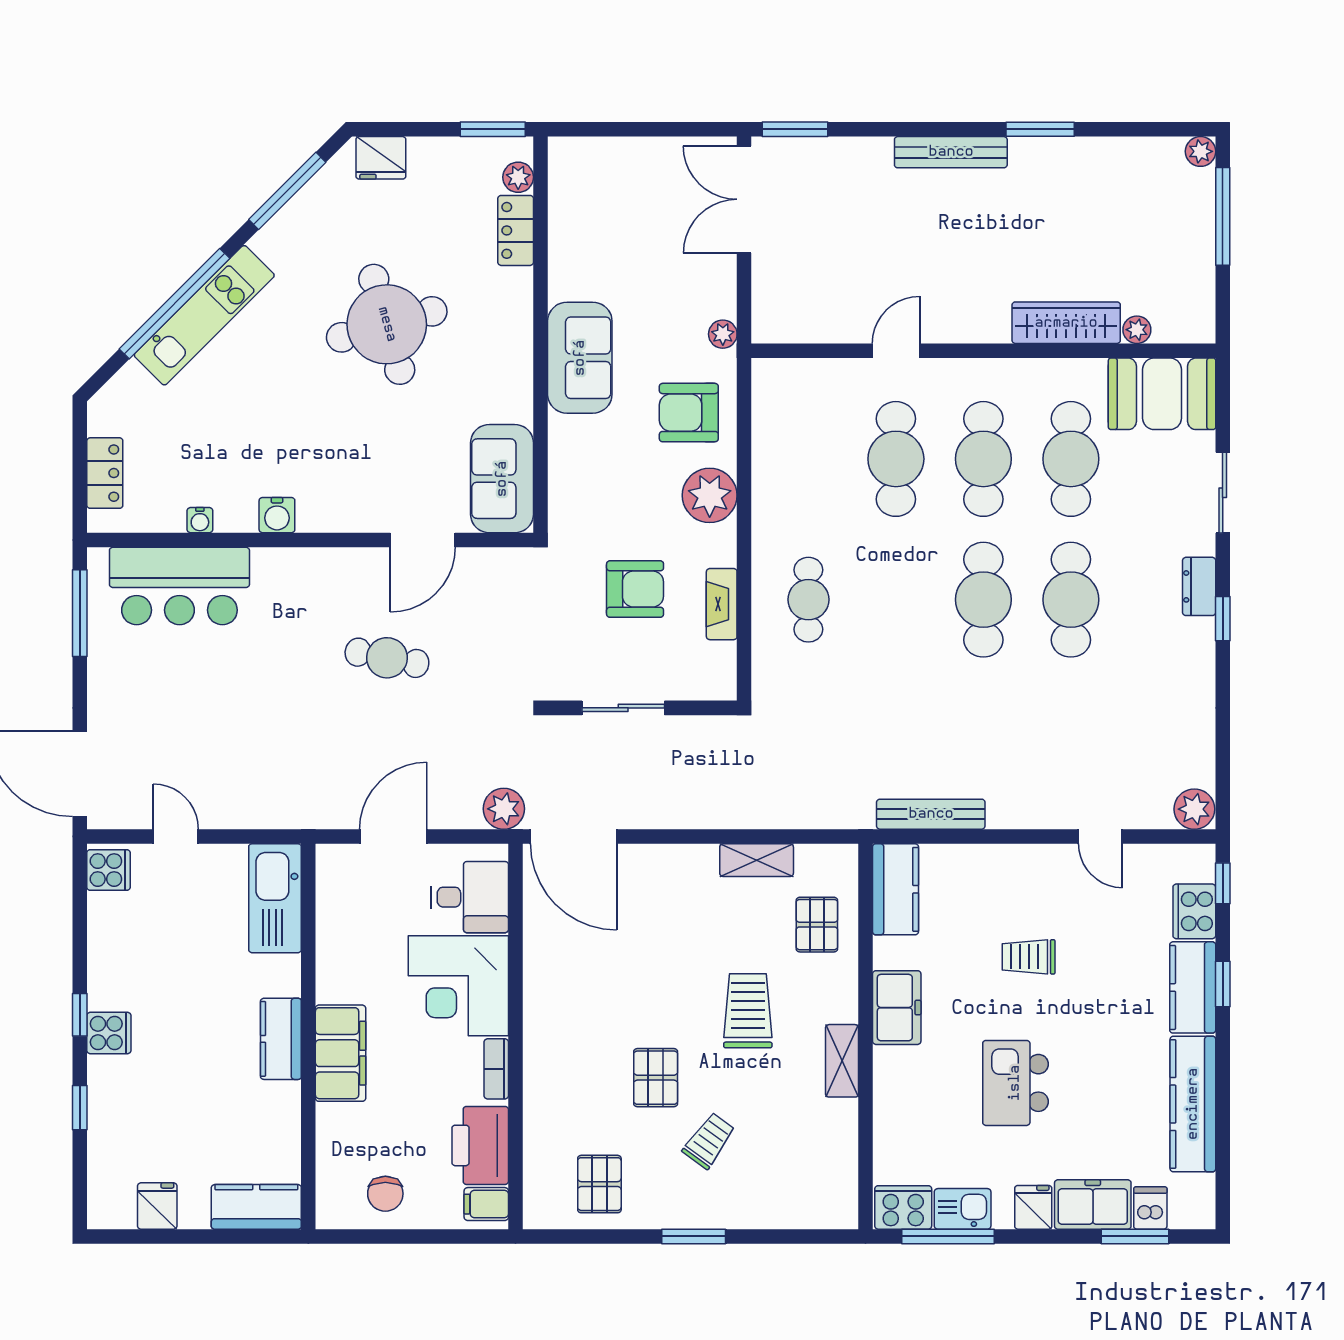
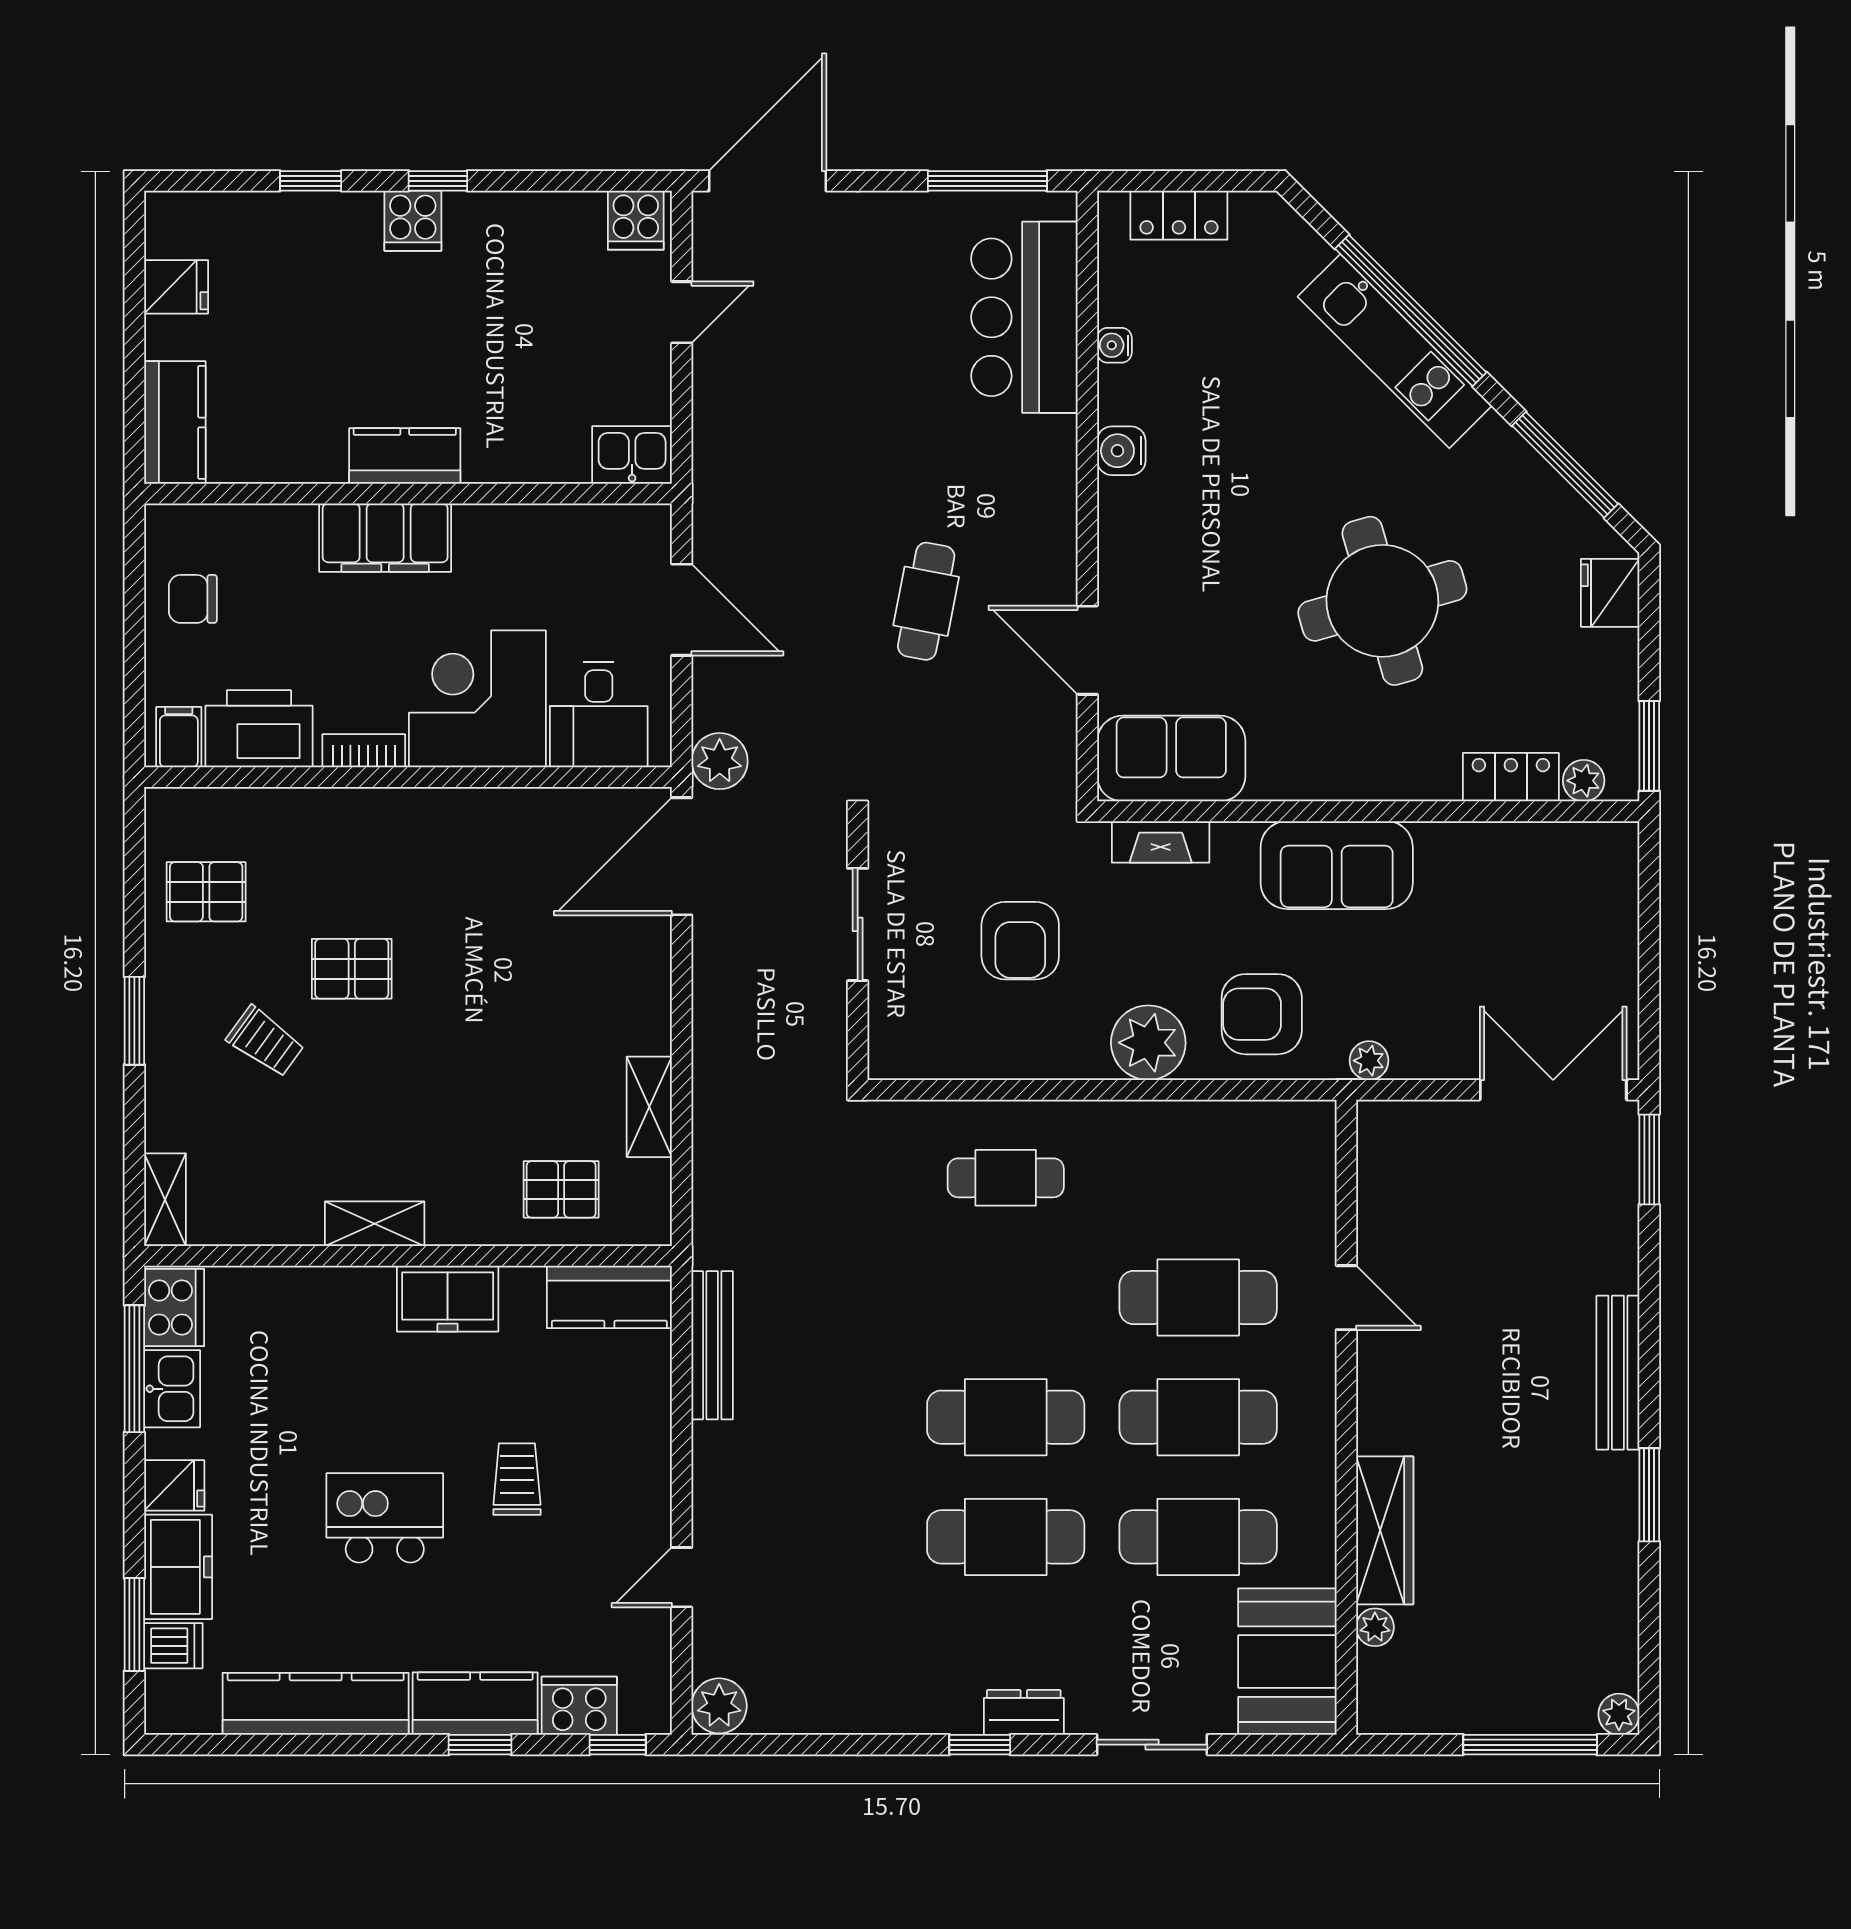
armchair: (689, 413) -> (1262, 1014), turned -90
fireplace: (722, 604) -> (1161, 842), moved, turned 180
kitchen sink: (275, 898) -> (632, 455), width x0.53, depth x0.81
trolley: (748, 1011) -> (443, 1095), removed
kitchen island: (1015, 1083) -> (385, 1518), moved
shelving: (824, 1214) -> (165, 1200), added

